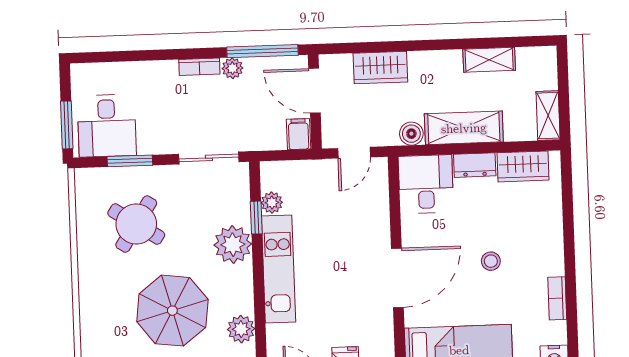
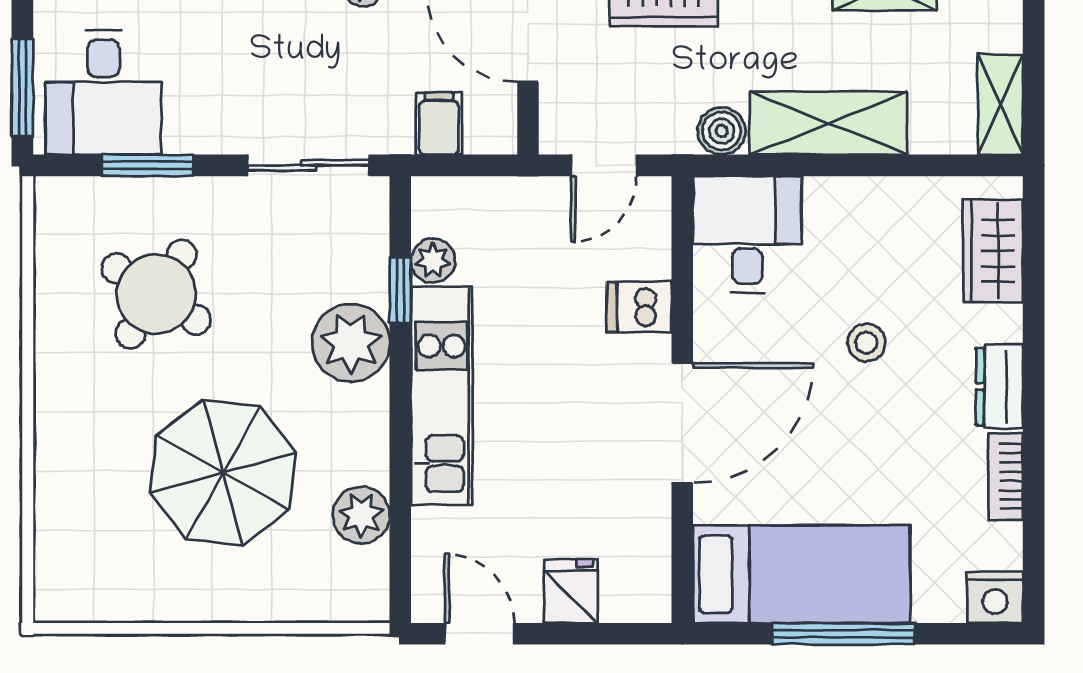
filing cabinet: (298, 134) -> (439, 124), moved
dresser: (475, 165) -> (999, 386), moved, turned 90
wardrobe: (523, 166) -> (993, 251), moved, turned 90
dishwasher: (374, 222) -> (639, 307), added
stool: (491, 261) -> (866, 343), moved

